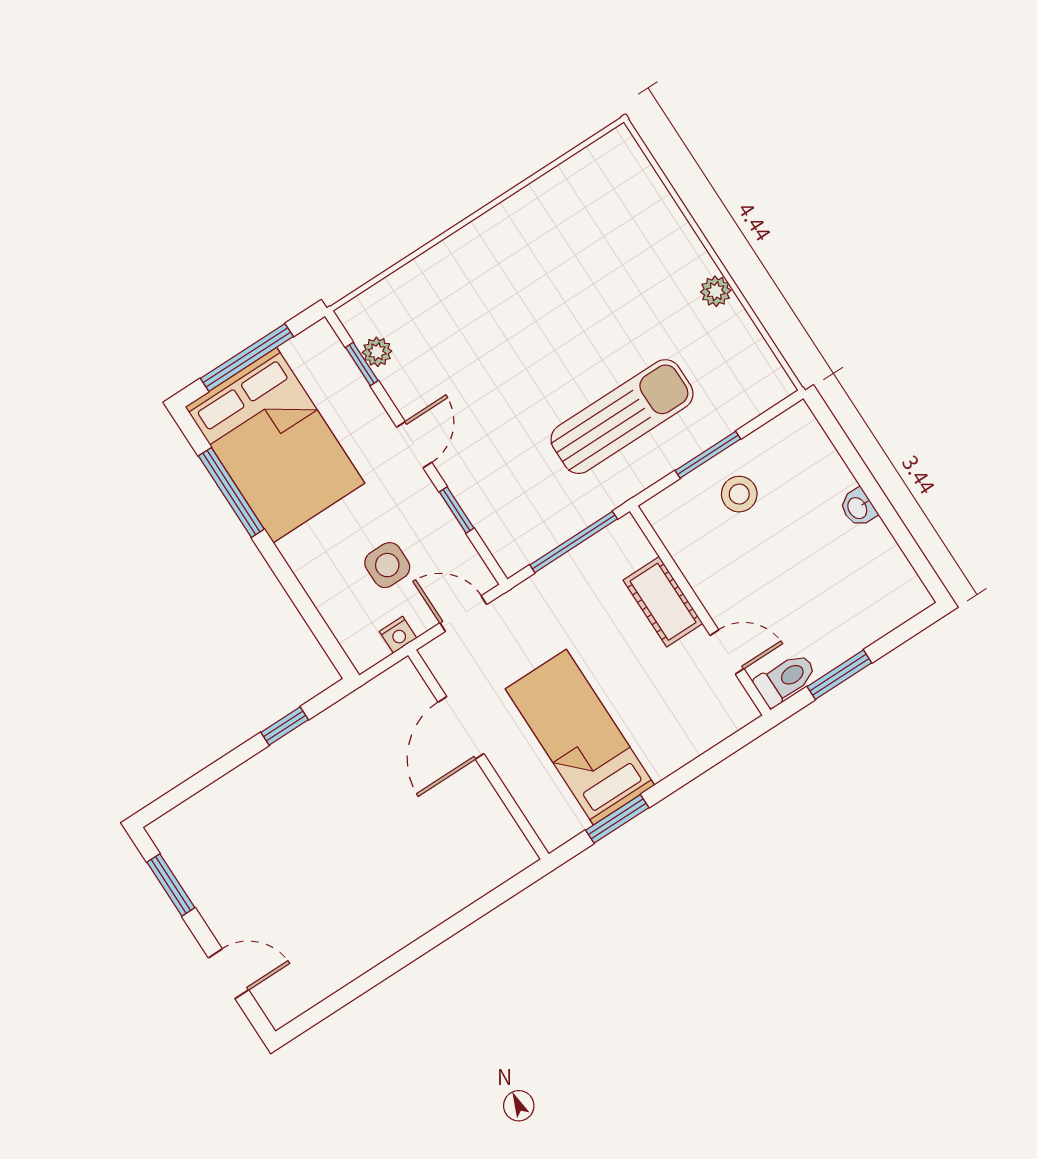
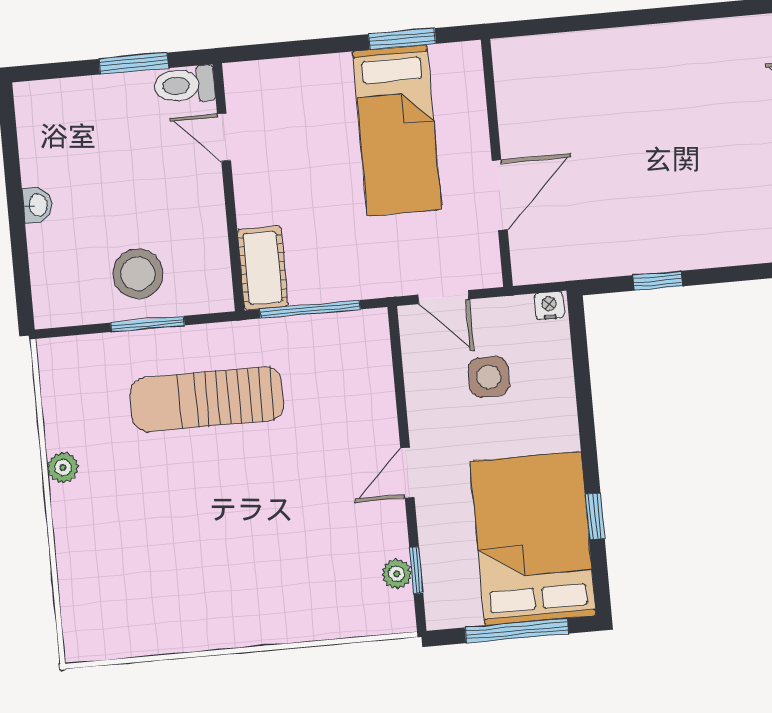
window: (231, 493) -> (595, 516), width x0.46
stool: (739, 494) -> (138, 274), width x1.38, depth x1.38
window: (457, 510) -> (400, 394), removed
cot: (663, 602) -> (263, 268), moved
nightstand: (398, 635) -> (549, 306), moved

